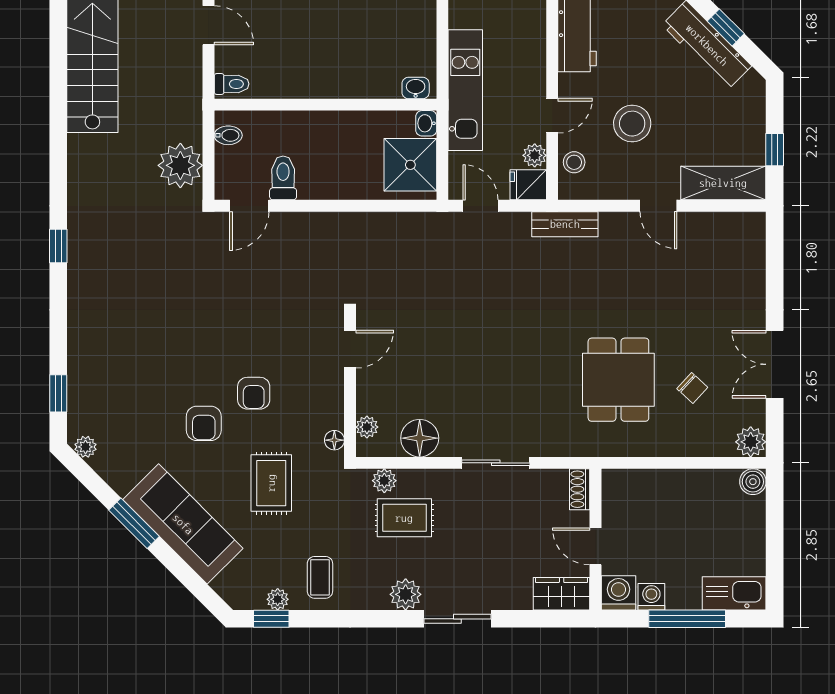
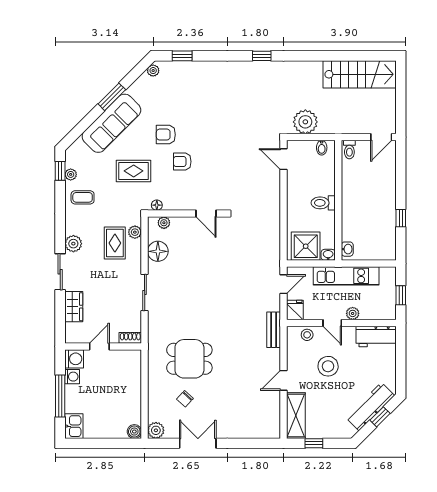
plant: (535, 155) -> (353, 313), moved
toilet: (283, 178) -> (323, 203), moved, turned 180
kitchen sink: (734, 593) -> (74, 426), width x0.73
wardrobe: (562, 594) -> (74, 307), moved

